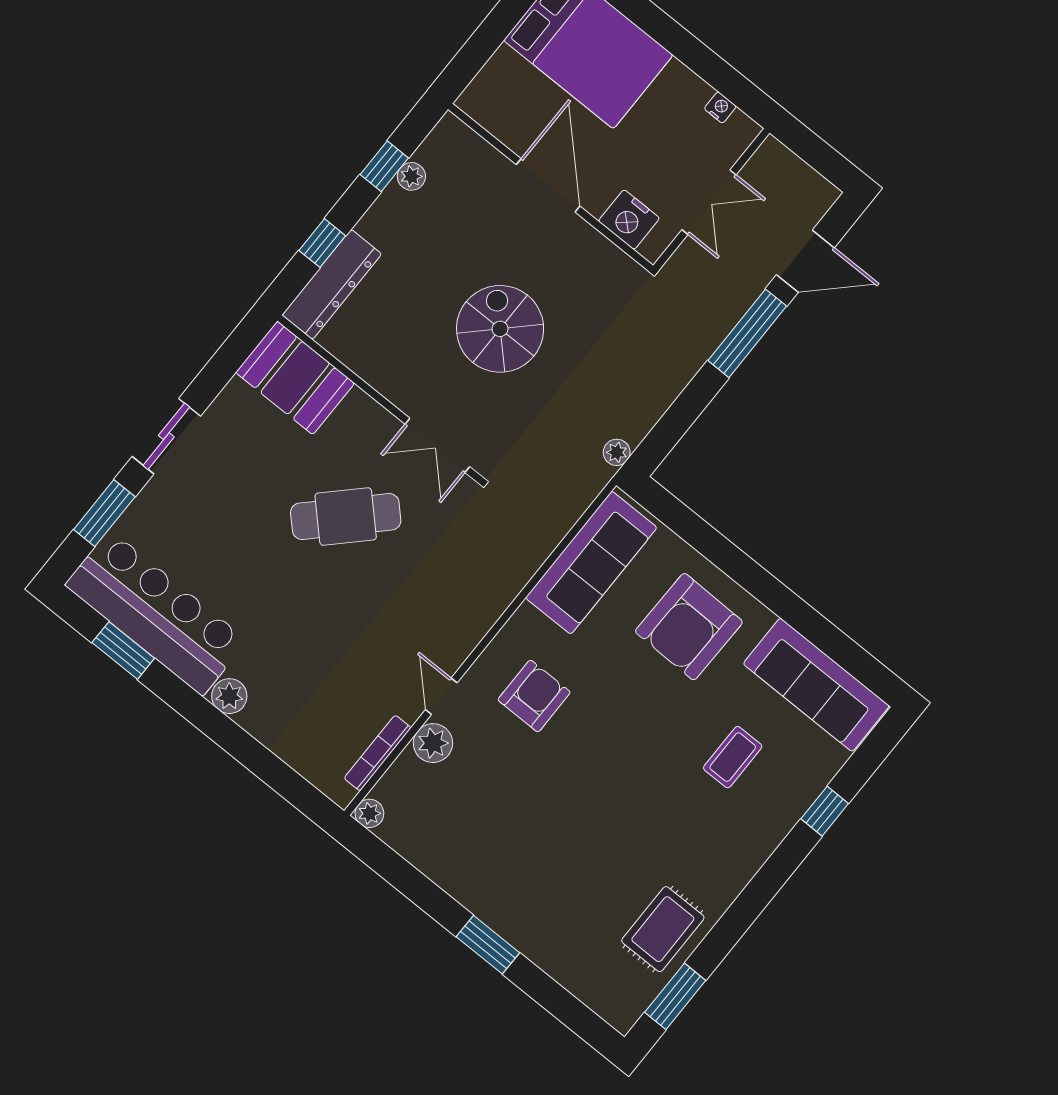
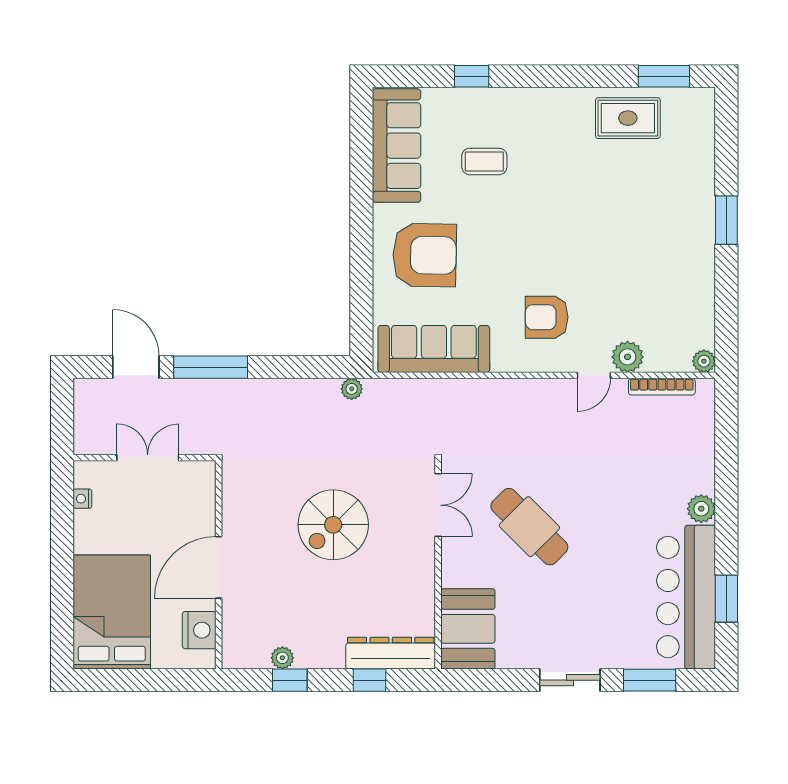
nightstand: (629, 220) -> (199, 630), moved

